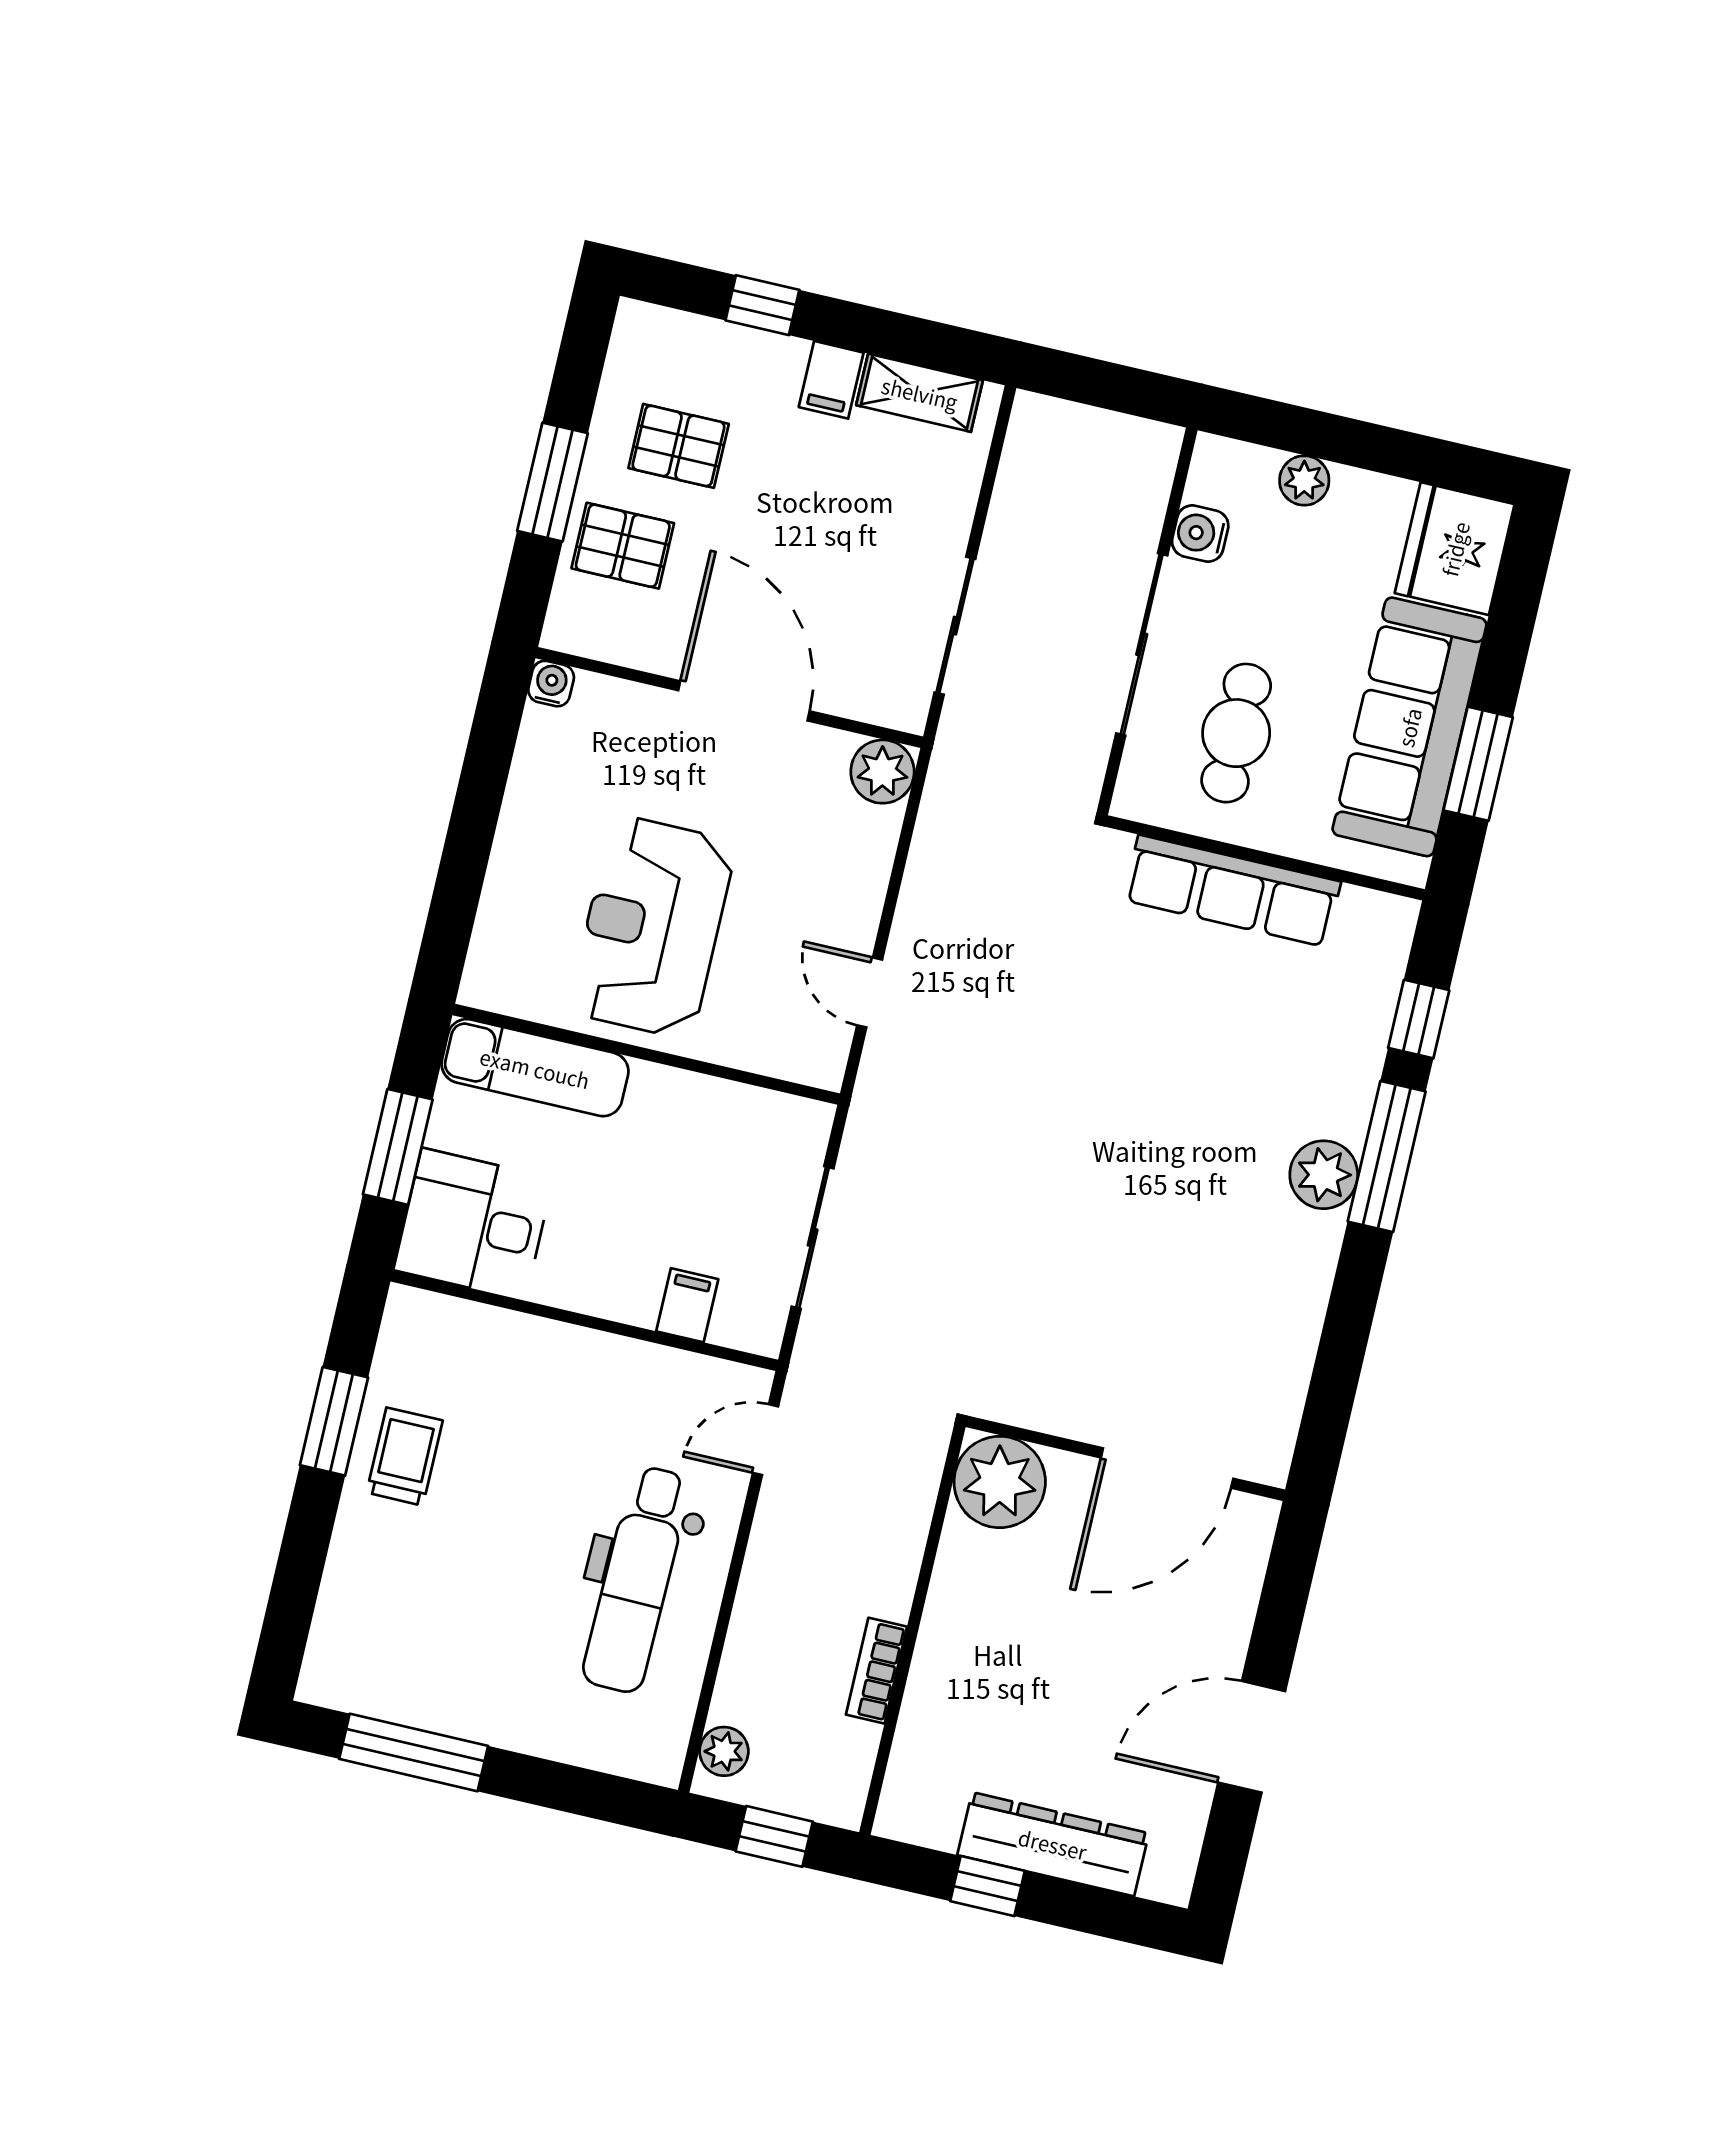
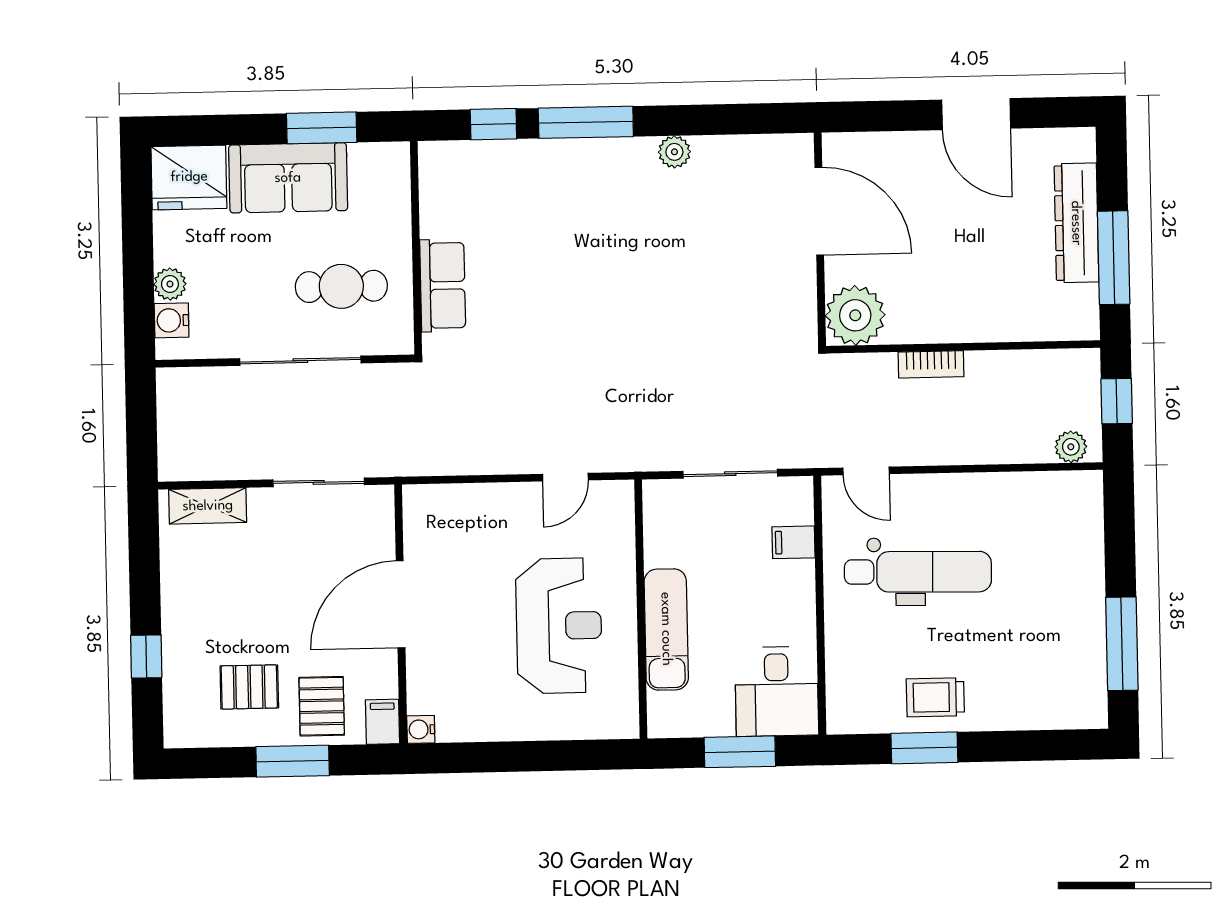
filing cabinet: (831, 380) -> (383, 722), moved, turned -90
shelving: (920, 393) -> (208, 506), moved, turned 90
pallet: (679, 446) -> (249, 687), turned 90
water cooler: (1200, 534) -> (172, 320), moved, turned 90
sofa: (1409, 727) -> (288, 178), width x0.73
plant: (882, 772) -> (423, 505), removed
row of seats: (1232, 891) -> (443, 285), width x0.68
reception desk: (652, 927) -> (559, 626), turned -90
exam couch: (535, 1068) -> (666, 629), moved
plant: (1324, 1175) -> (674, 152), moved, width x0.73, depth x0.73
dental chair: (637, 1579) -> (918, 572), moved
bookcase: (876, 1671) -> (931, 364), moved
window: (988, 1886) -> (1114, 258), width x2.17

